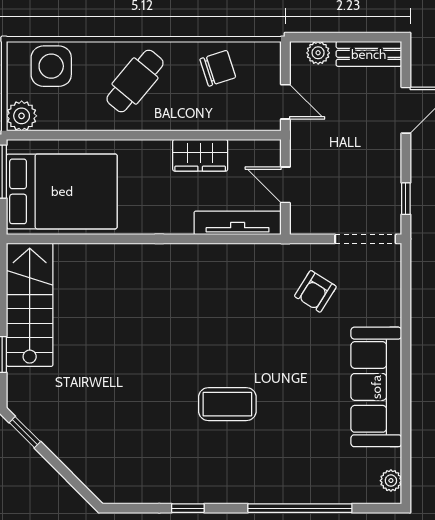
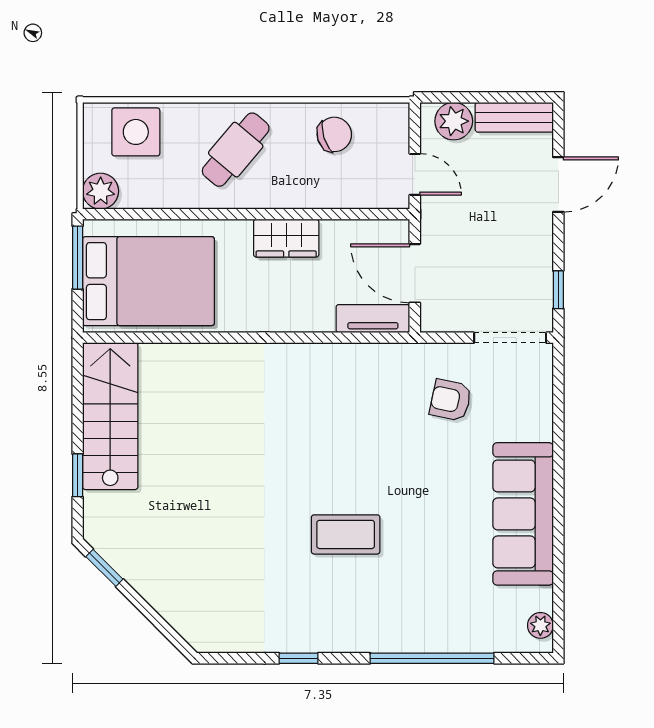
plant: (318, 53) -> (454, 121), width x1.38, depth x1.38
wardrobe: (200, 155) -> (286, 238), moved
door: (285, 185) -> (415, 273), width x1.38
tv unit: (238, 223) -> (373, 319), width x0.71
armchair: (315, 291) -> (450, 400), turned 70

